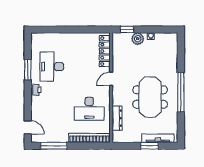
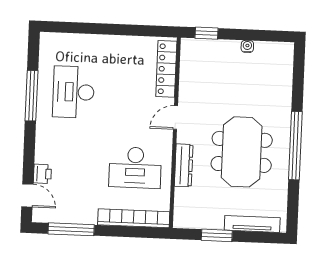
plant: (138, 39) -> (224, 50), removed
window: (28, 70) -> (31, 96), width x1.44
printer: (36, 90) -> (42, 174), moved
dresser: (117, 118) -> (184, 165), moved
window: (149, 146) -> (217, 235), moved

